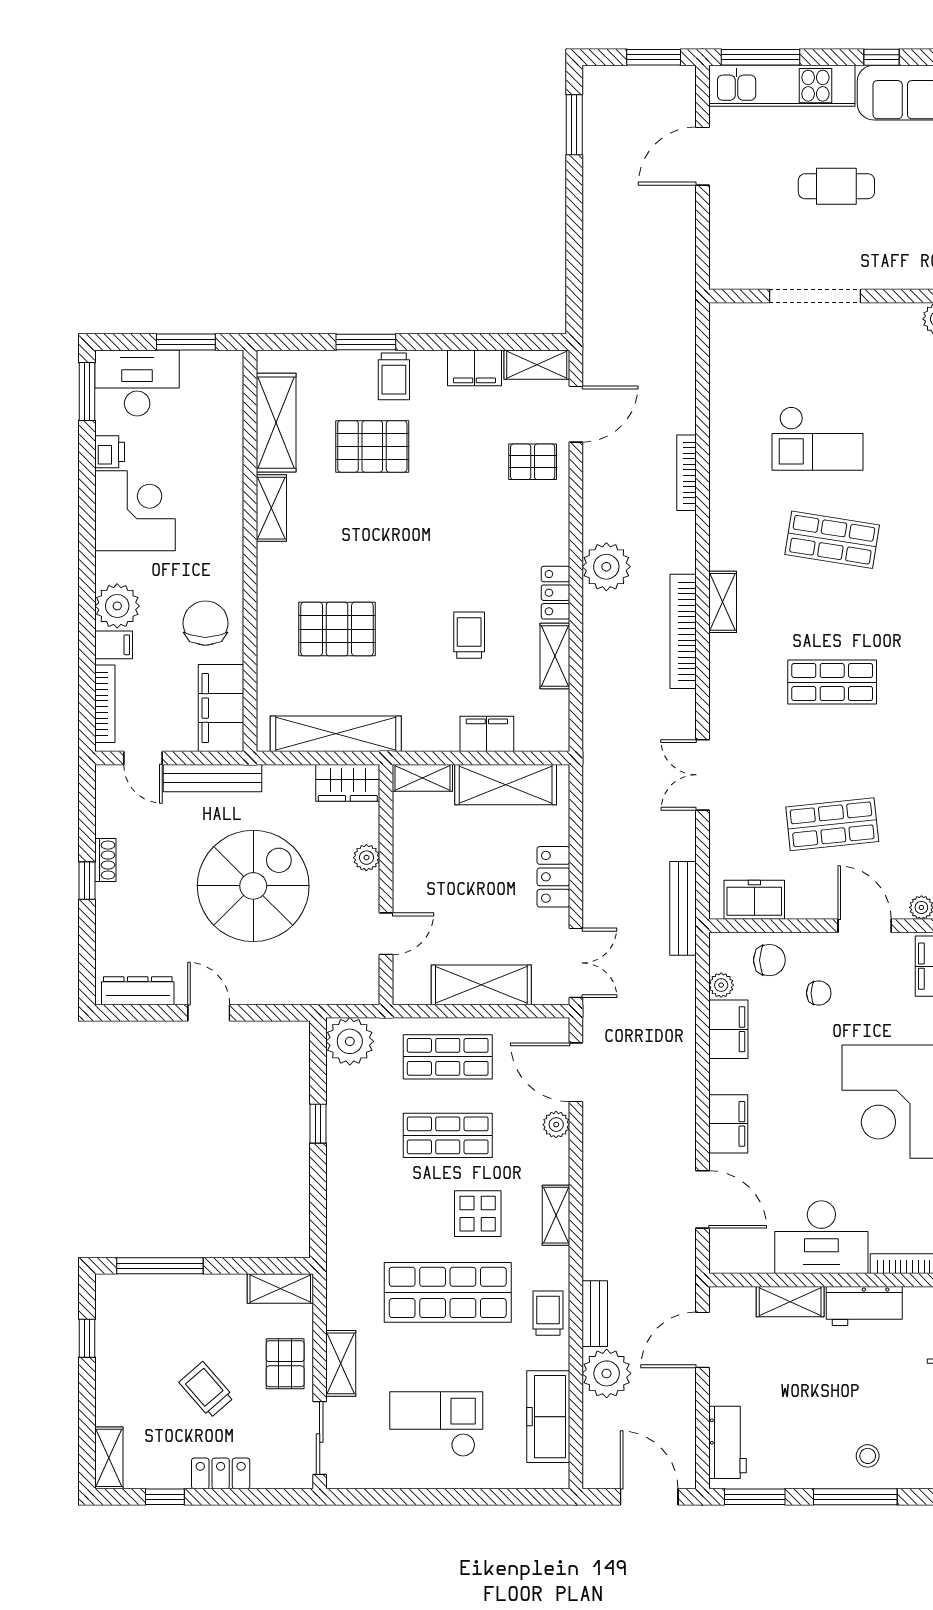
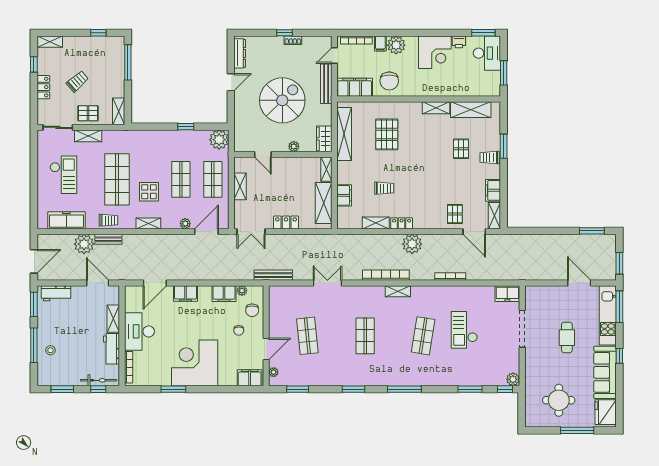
pallet: (372, 446) -> (461, 149), width x0.67, depth x0.71
chair: (205, 623) -> (389, 81), turned 90
spiral stairs: (253, 886) -> (282, 100), turned -90
freezer: (754, 900) -> (507, 294), moved, turned 90
shelving: (481, 985) -> (240, 186), width x0.67, depth x0.75

